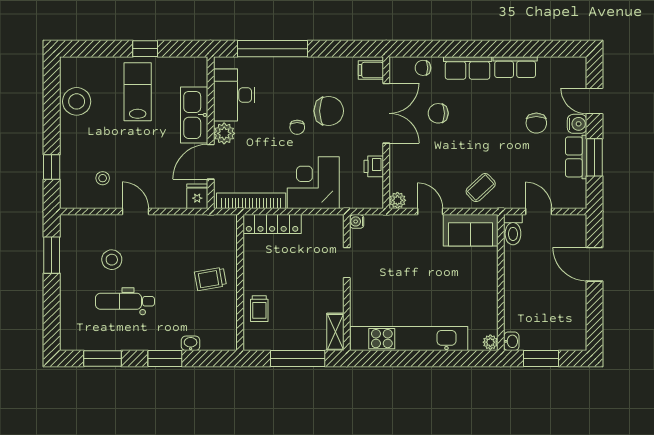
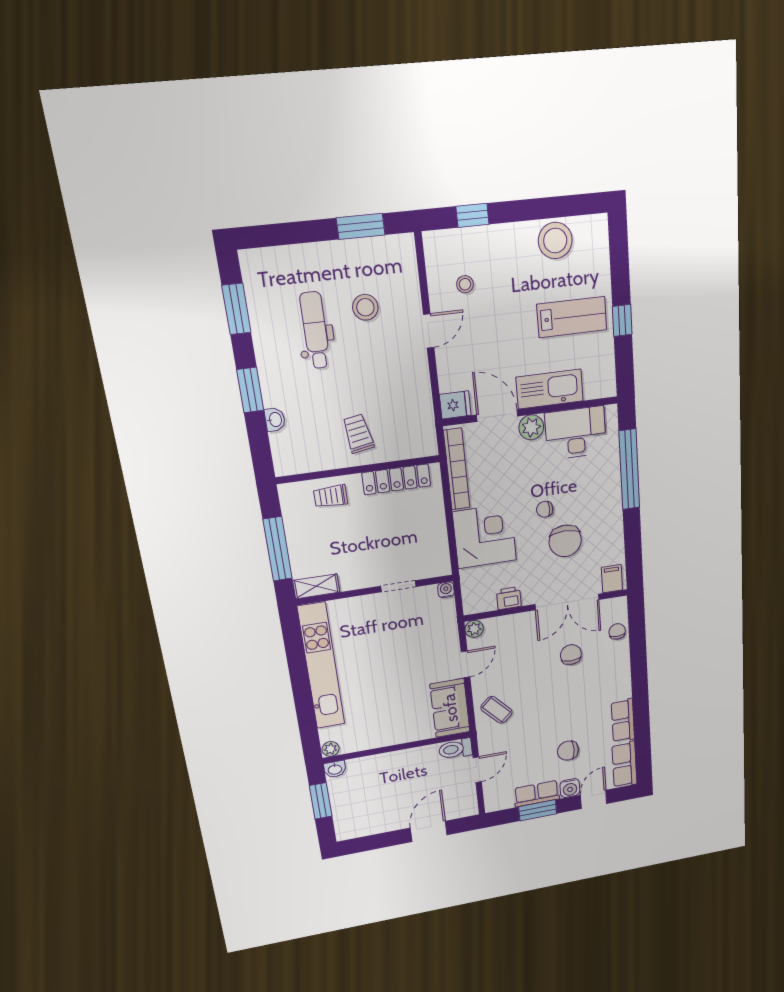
row of seats: (468, 68) -> (624, 764), moved
locker: (272, 224) -> (396, 479), moved, turned -90

